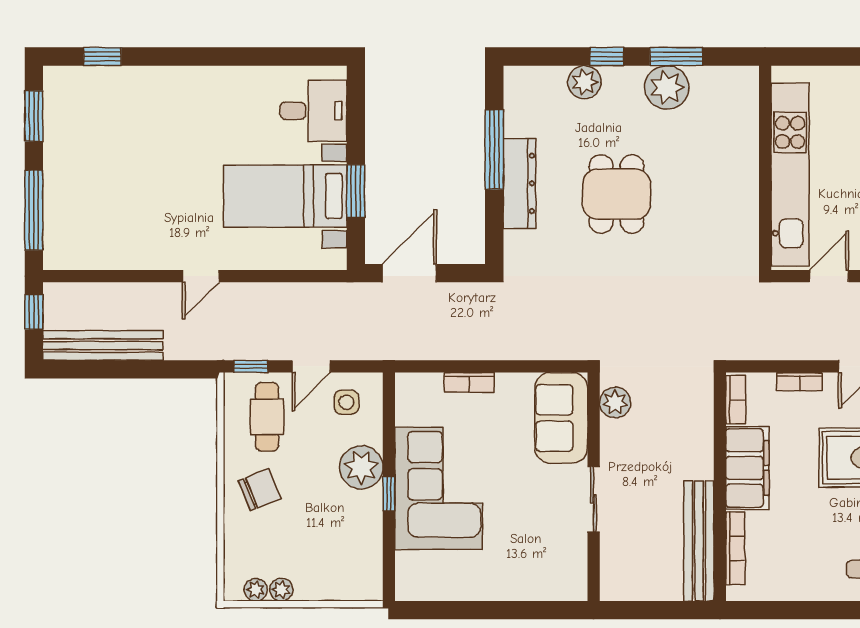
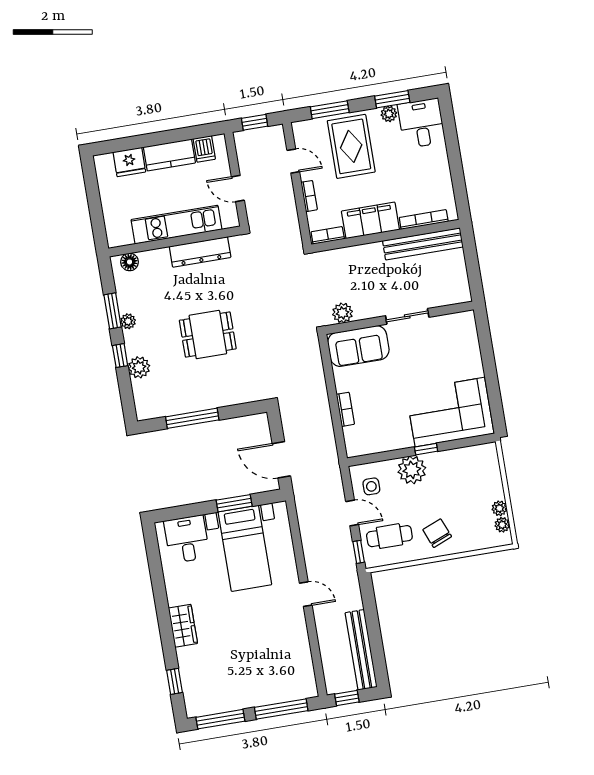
wardrobe: (184, 83) -> (183, 626), added
plant: (667, 87) -> (128, 321), width x0.53, depth x0.53
floor lamp: (746, 94) -> (129, 262), added
window: (34, 116) -> (220, 719), width x1.44
kitchen unit: (790, 175) -> (176, 225), width x0.73
dresser: (519, 183) -> (200, 252), moved, turned 180
corner sofa: (439, 488) -> (450, 412), moved

